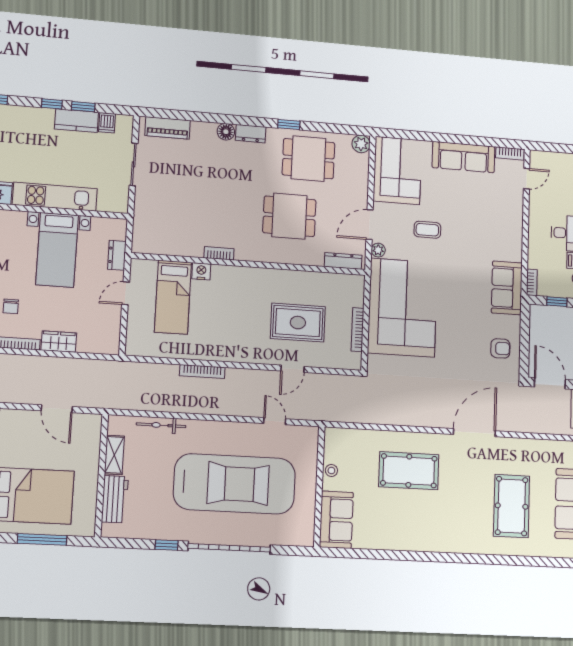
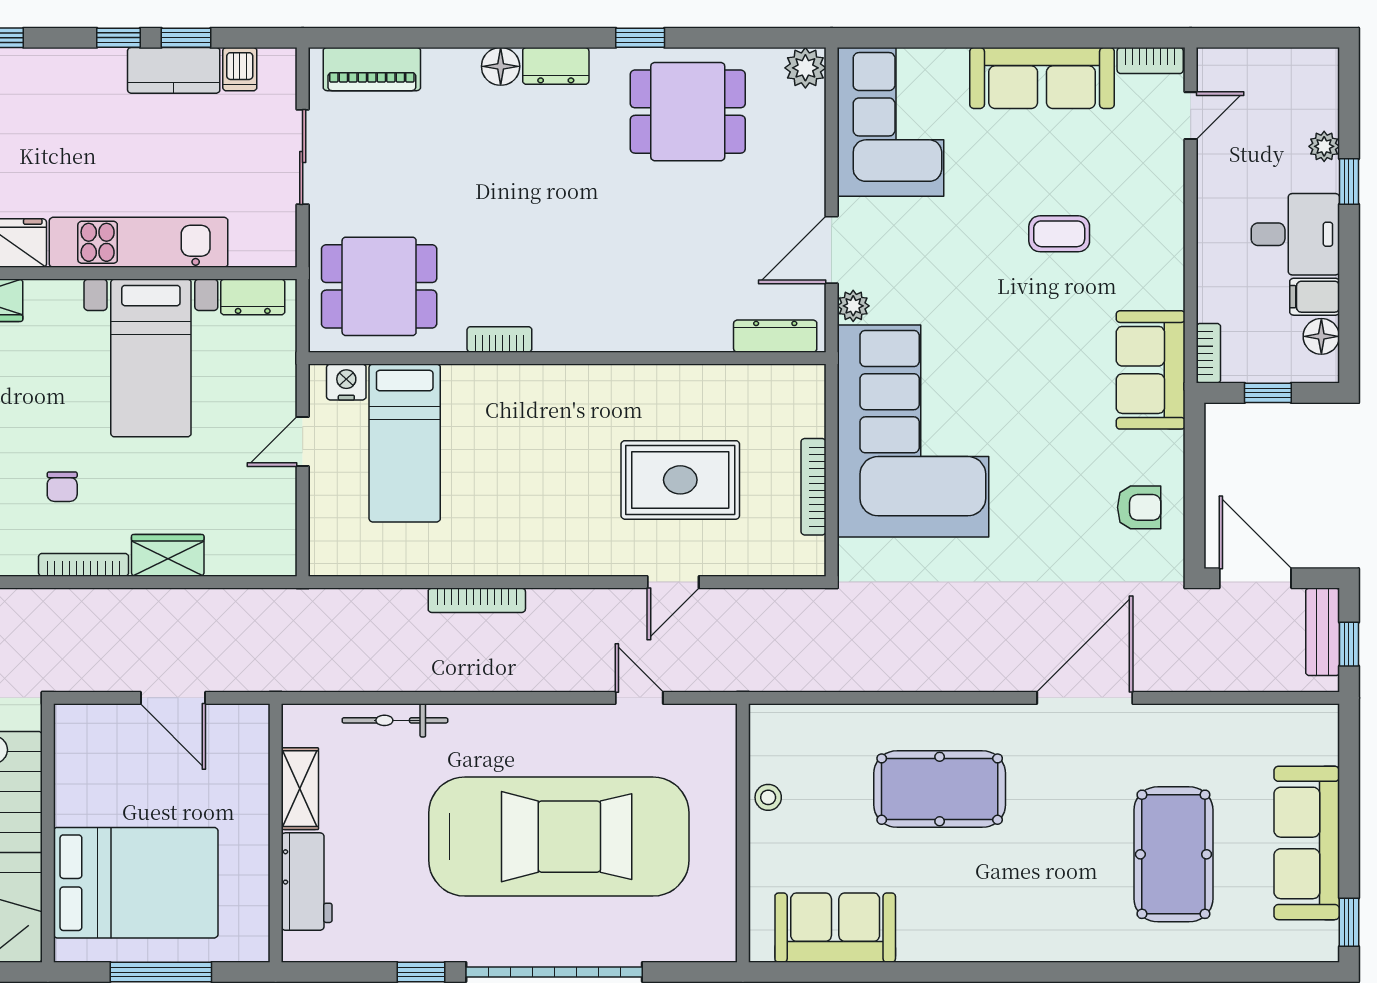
dining table: (289, 216) -> (379, 286), moved
coffee table: (427, 230) -> (1059, 234), moved
dresser: (117, 255) -> (253, 297), moved, turned -90
nightstand: (201, 271) -> (346, 382), moved
sofa: (336, 520) -> (835, 928), moved, turned -90

